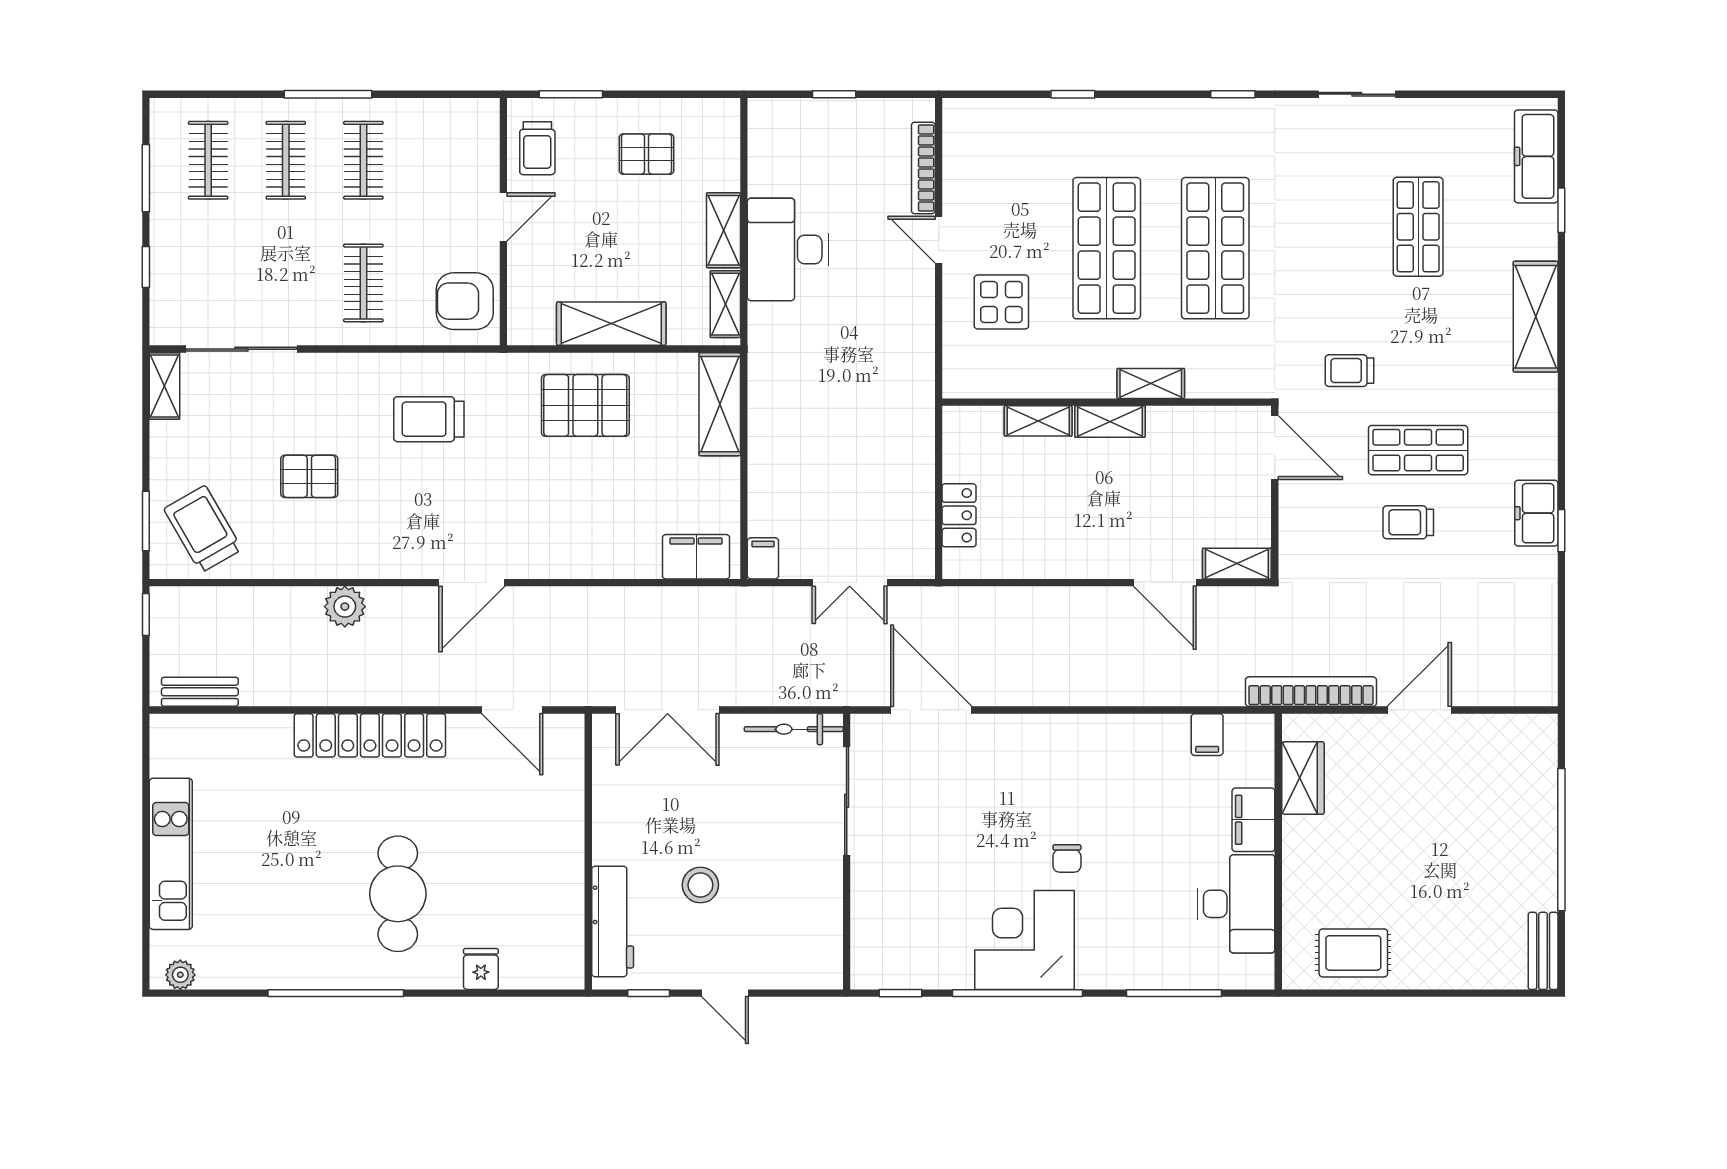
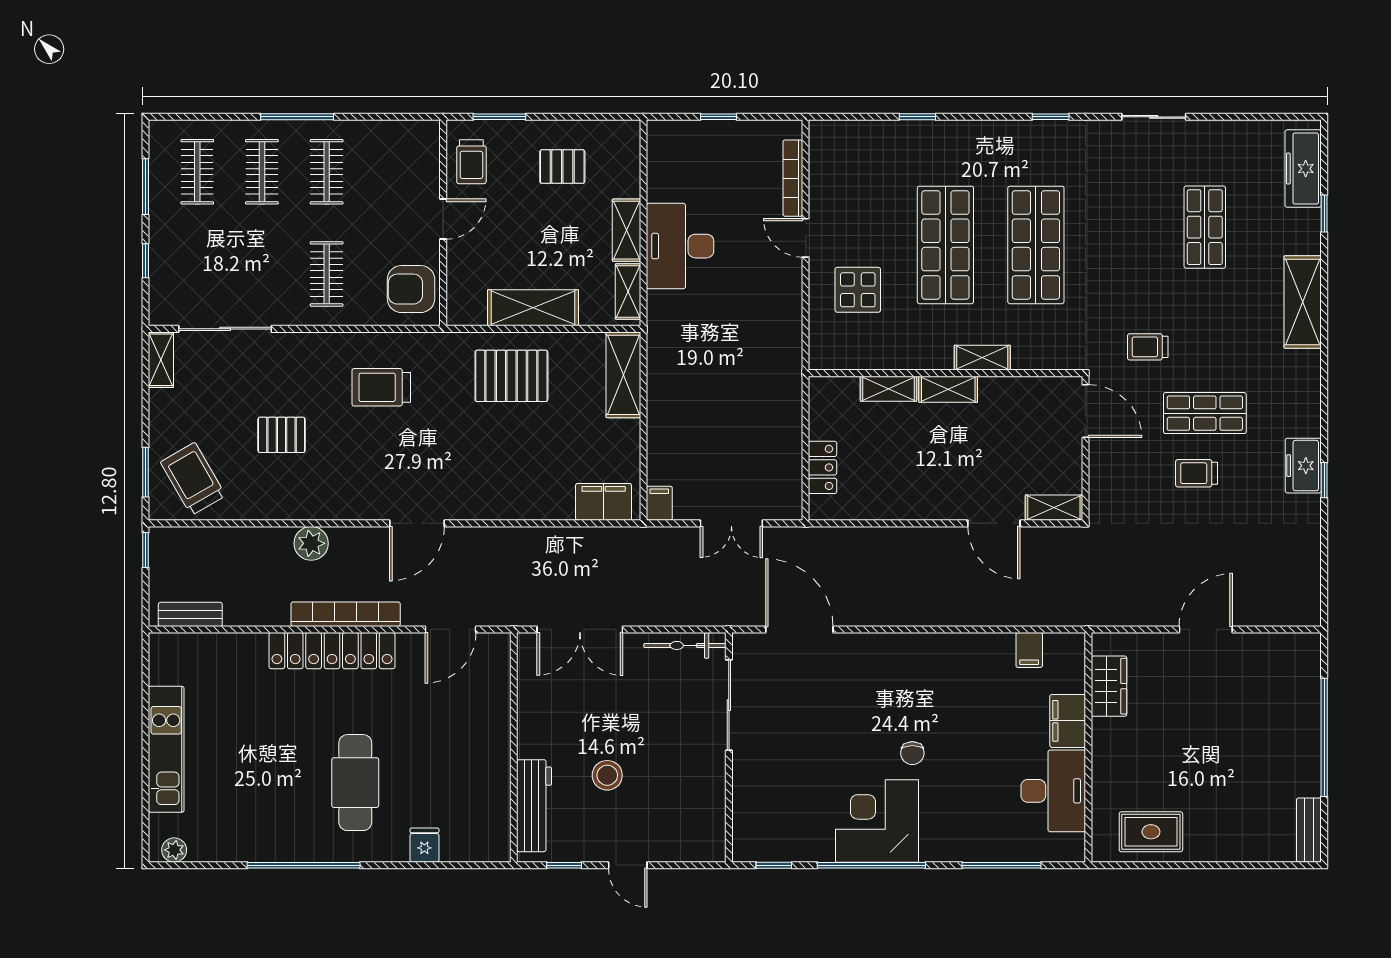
bookcase: (1311, 692) -> (346, 614), moved
door: (512, 710) -> (451, 629), hinge flipped

